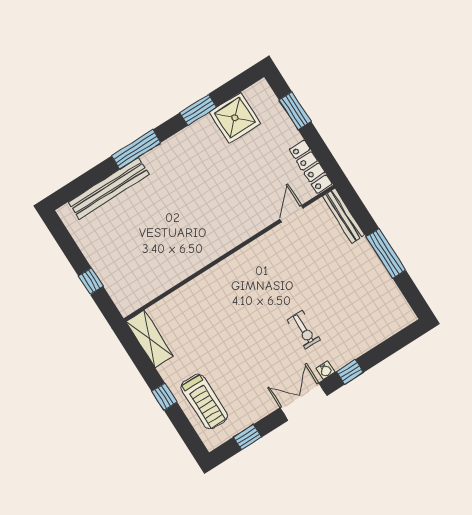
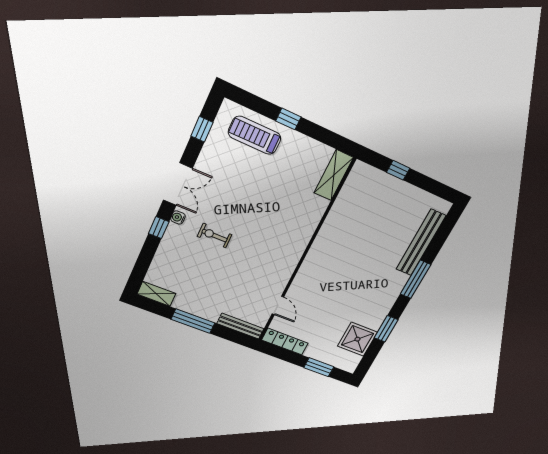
shelving: (400, 307) -> (156, 294), added
shelving: (150, 339) -> (334, 175), moved, turned 90

